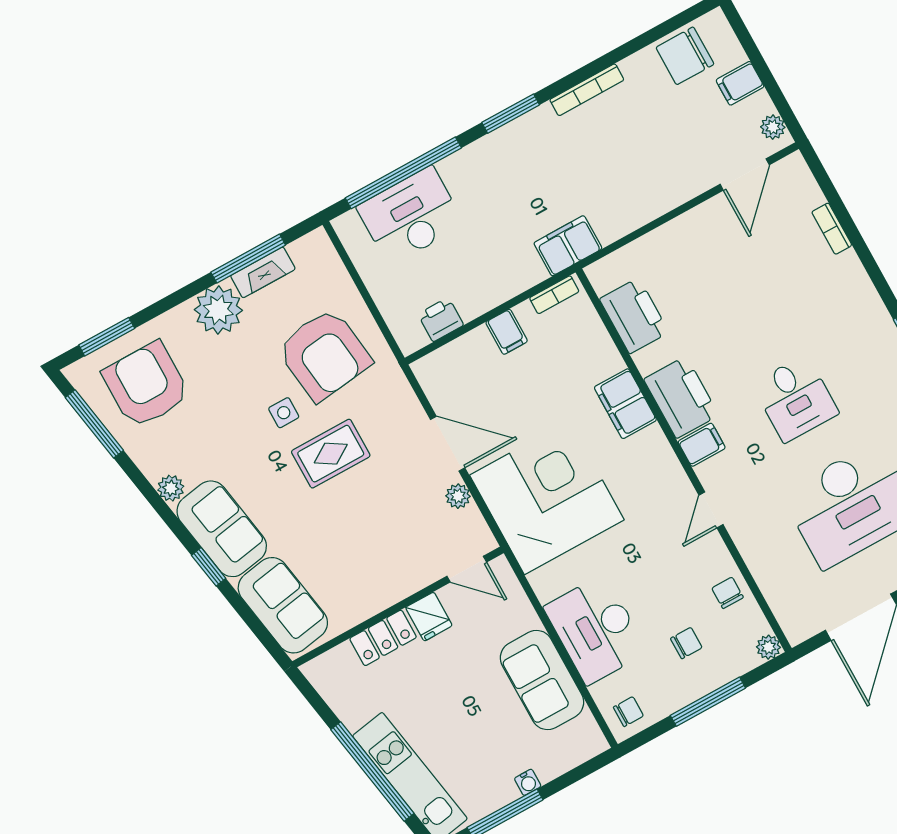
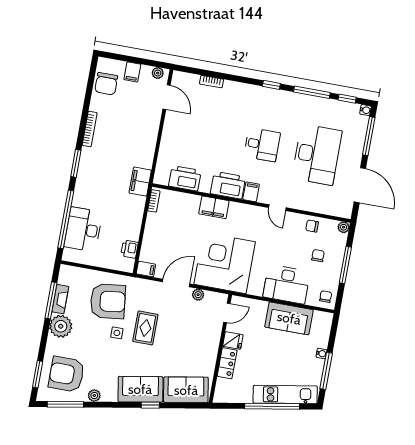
filing cabinet: (507, 332) -> (146, 269), moved
plant: (171, 488) -> (94, 395), moved

